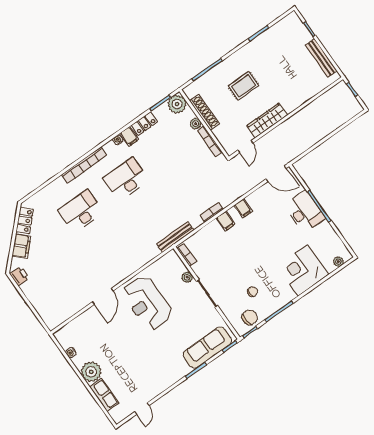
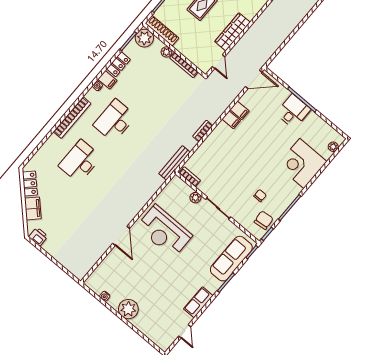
shoe rack: (204, 112) -> (162, 31), moved
desk: (305, 212) -> (293, 111), width x0.73
filing cabinet: (226, 221) -> (240, 110), moved
row of seats: (104, 395) -> (198, 302), moved, turned -90

